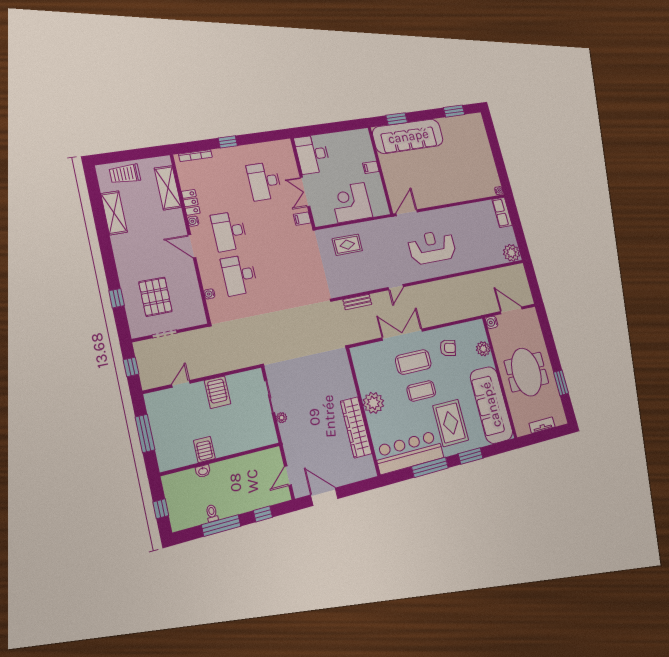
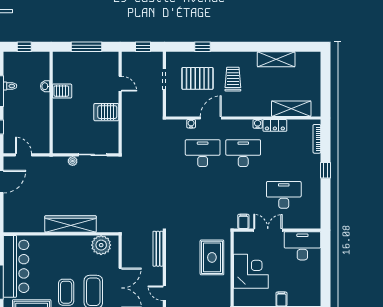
trolley: (125, 174) -> (233, 79), moved
rug: (347, 245) -> (212, 257), width x1.36, depth x1.43
door: (192, 246) -> (211, 118), moved
bench: (357, 302) -> (158, 249), width x1.36
plant: (373, 403) -> (101, 245), moved
wardrobe: (356, 427) -> (71, 224), moved

